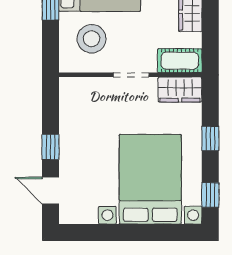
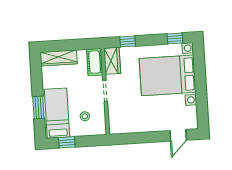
stool: (92, 39) -> (85, 116), width x0.53, depth x0.53
window: (210, 138) -> (128, 41), moved
window: (50, 147) -> (152, 137), removed

